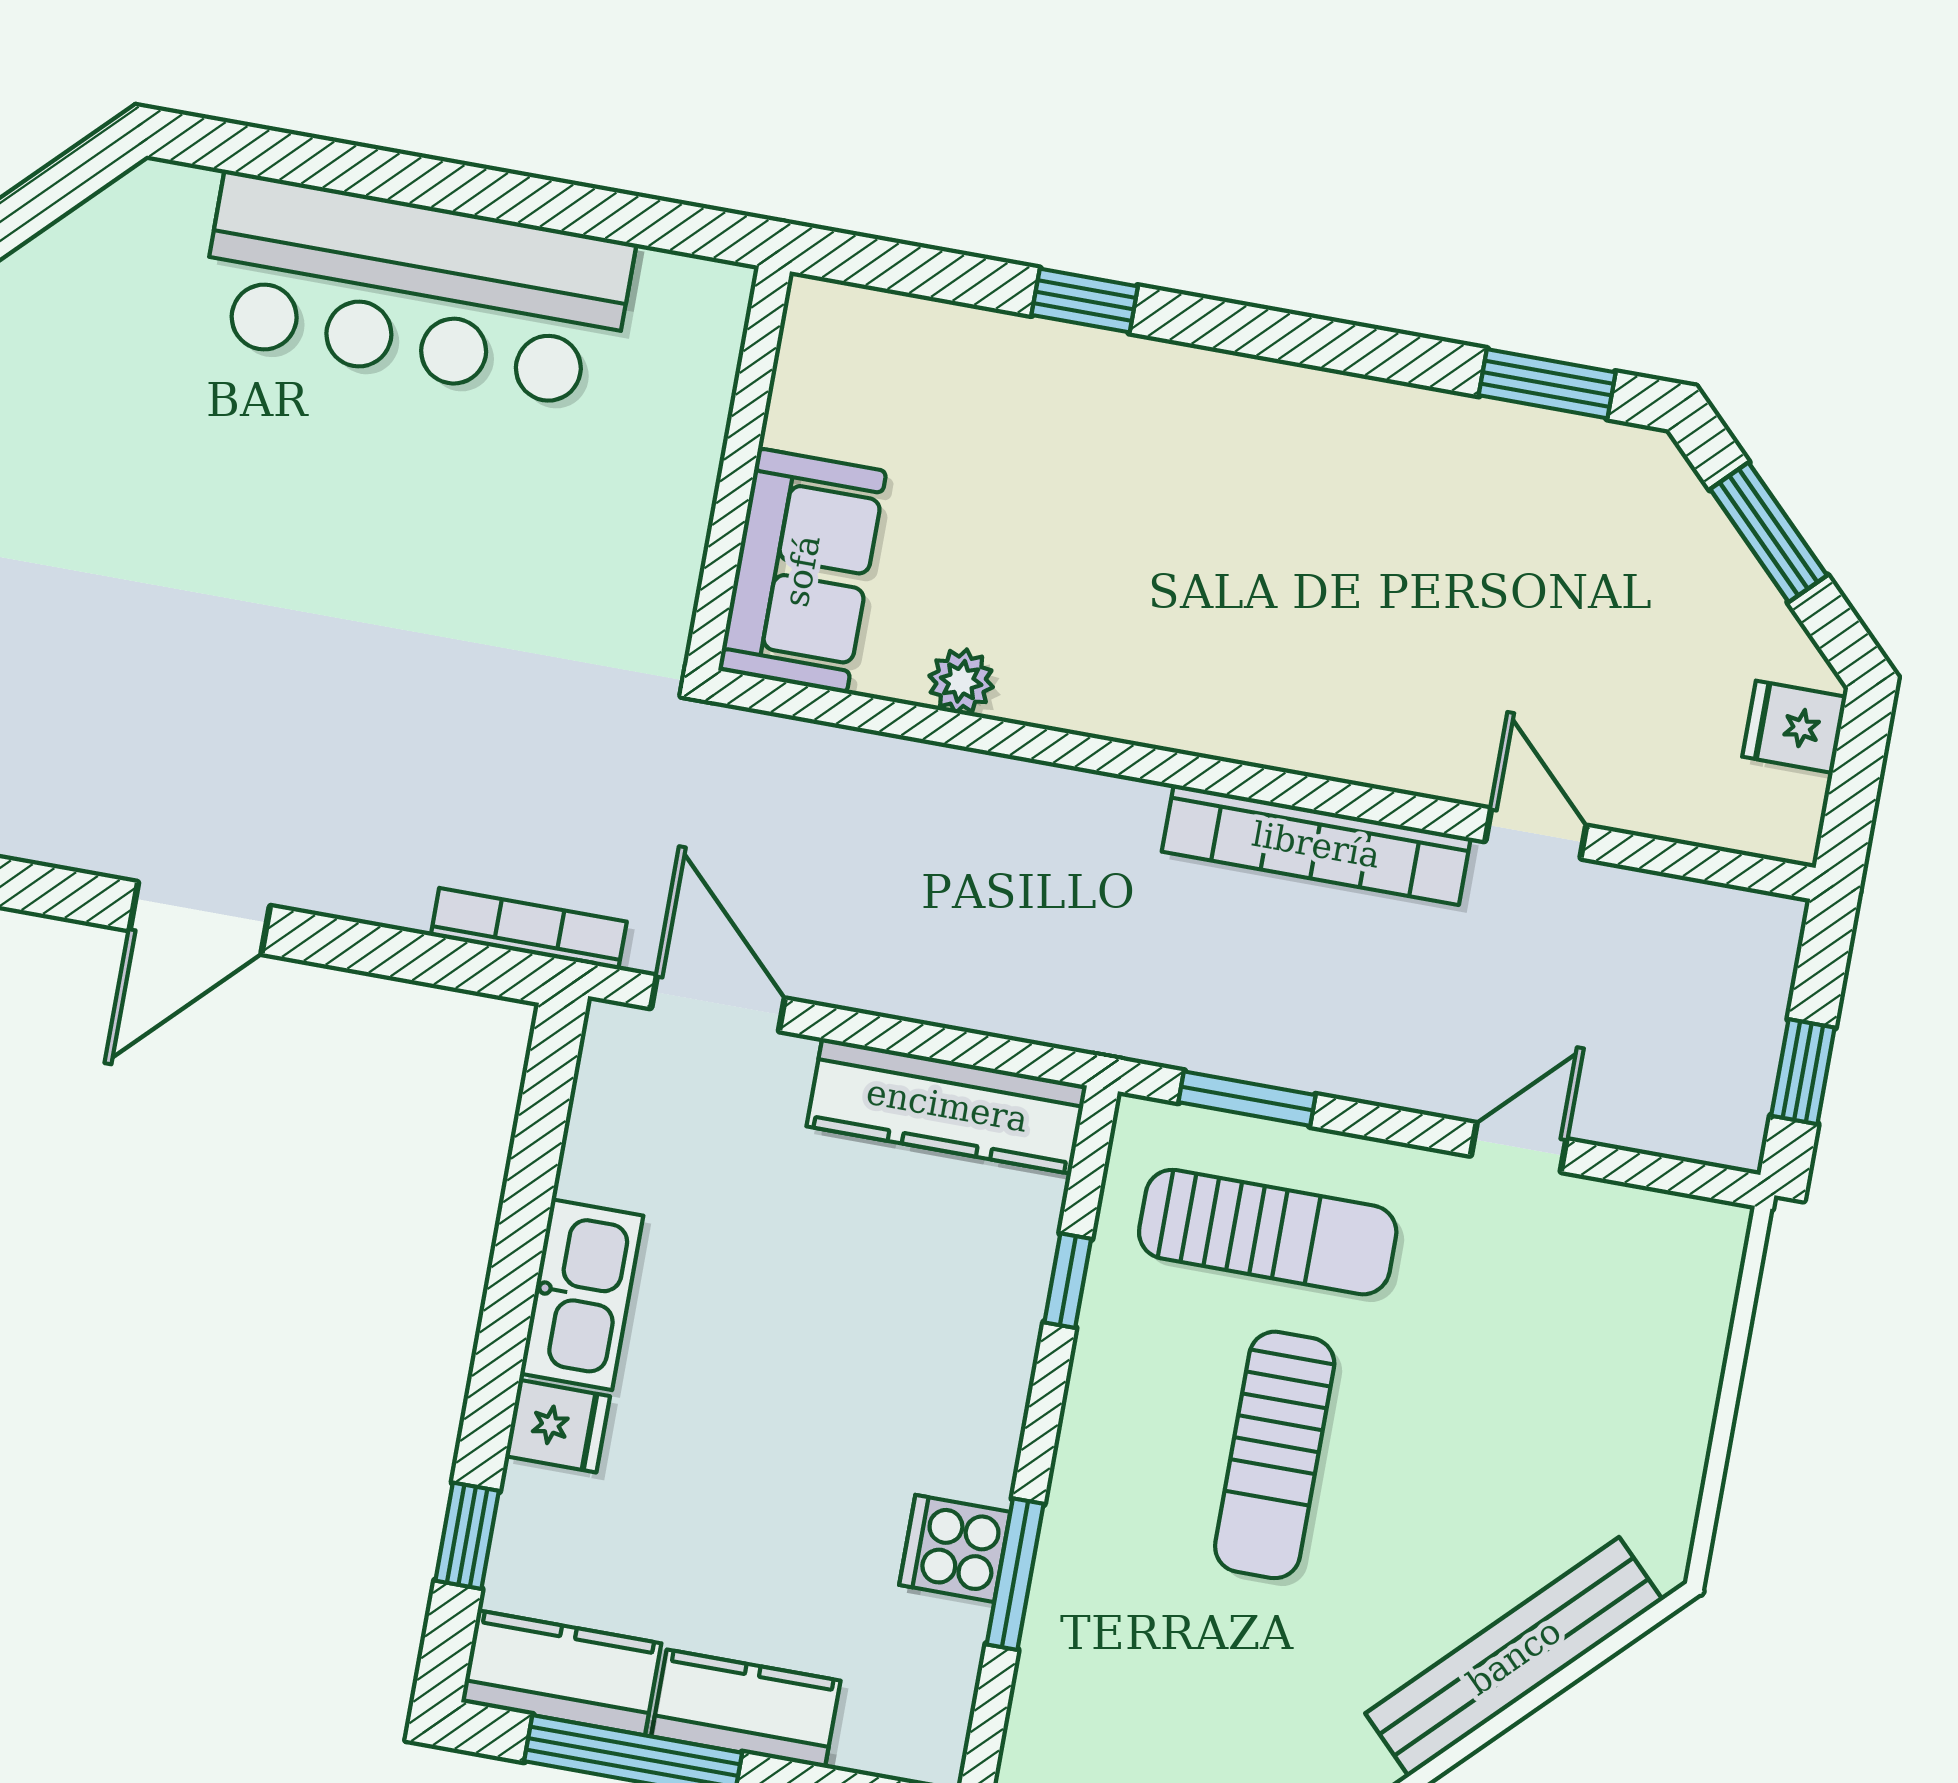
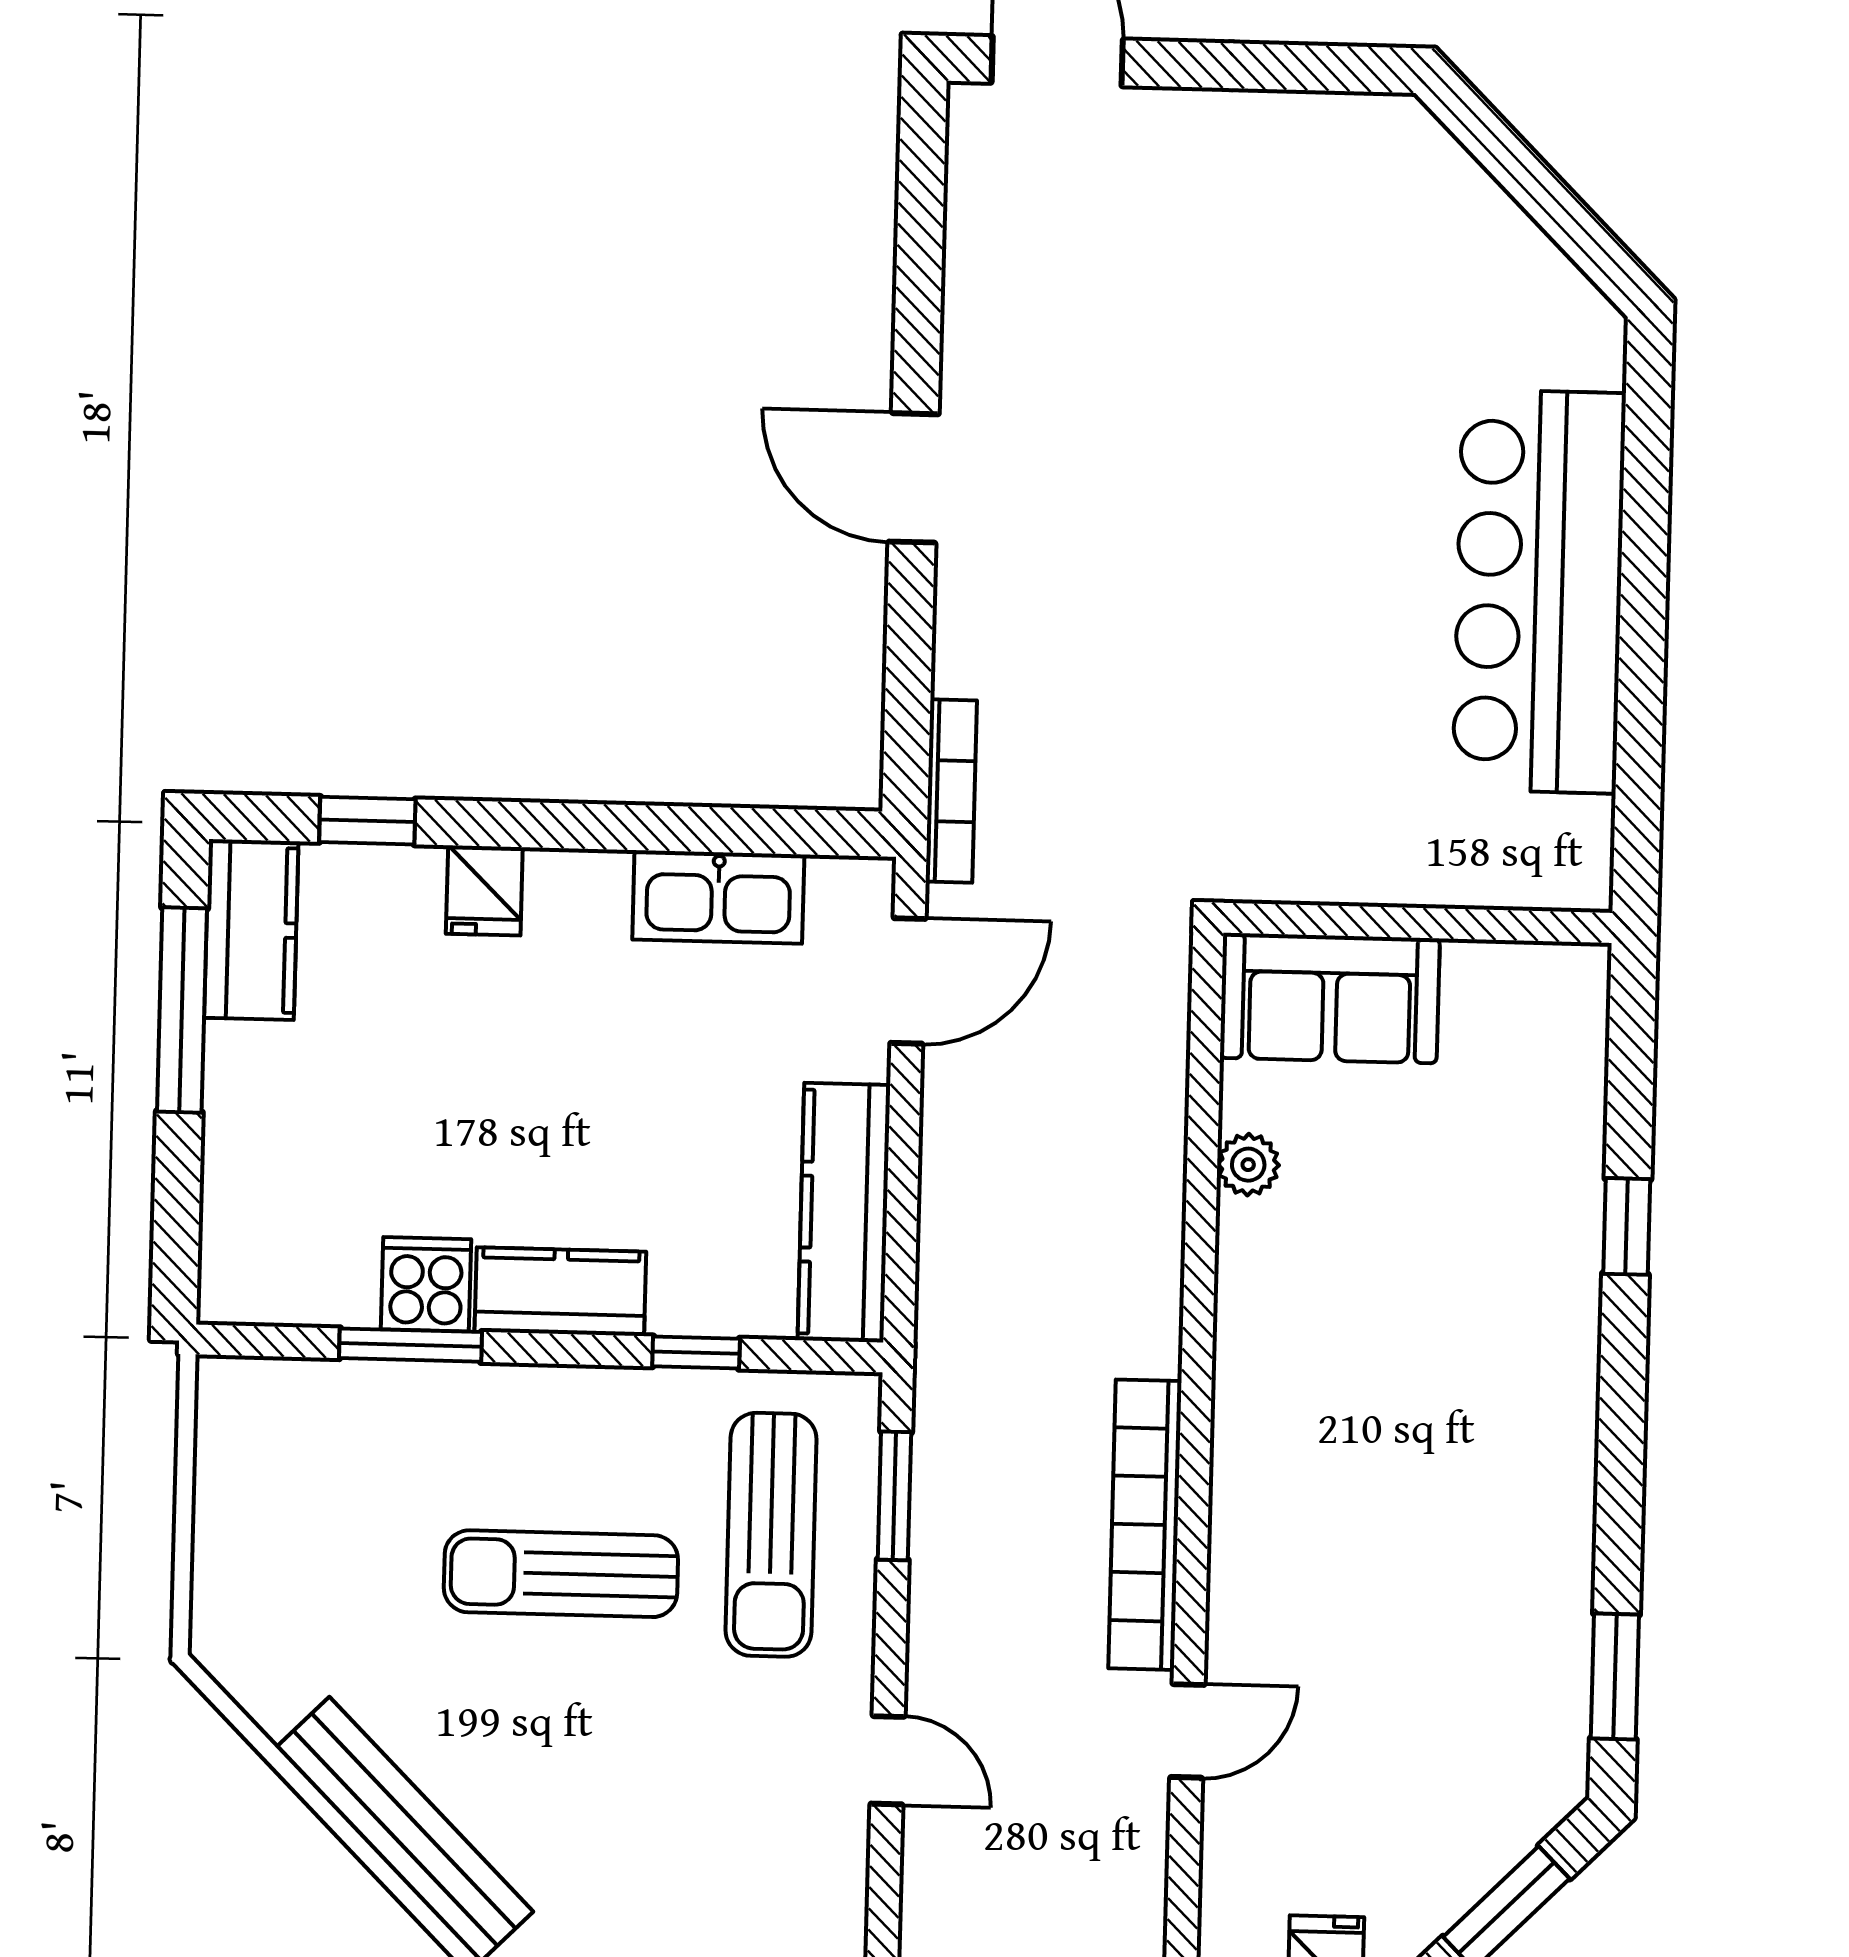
kitchen sink: (582, 1295) -> (718, 897), moved
kitchen counter: (746, 1709) -> (560, 1292), moved, turned -90

